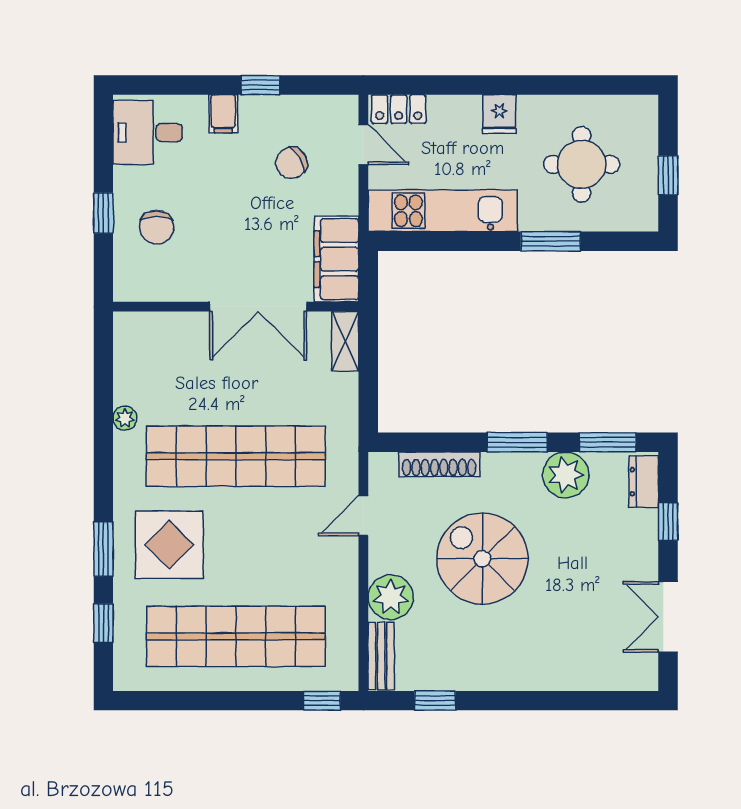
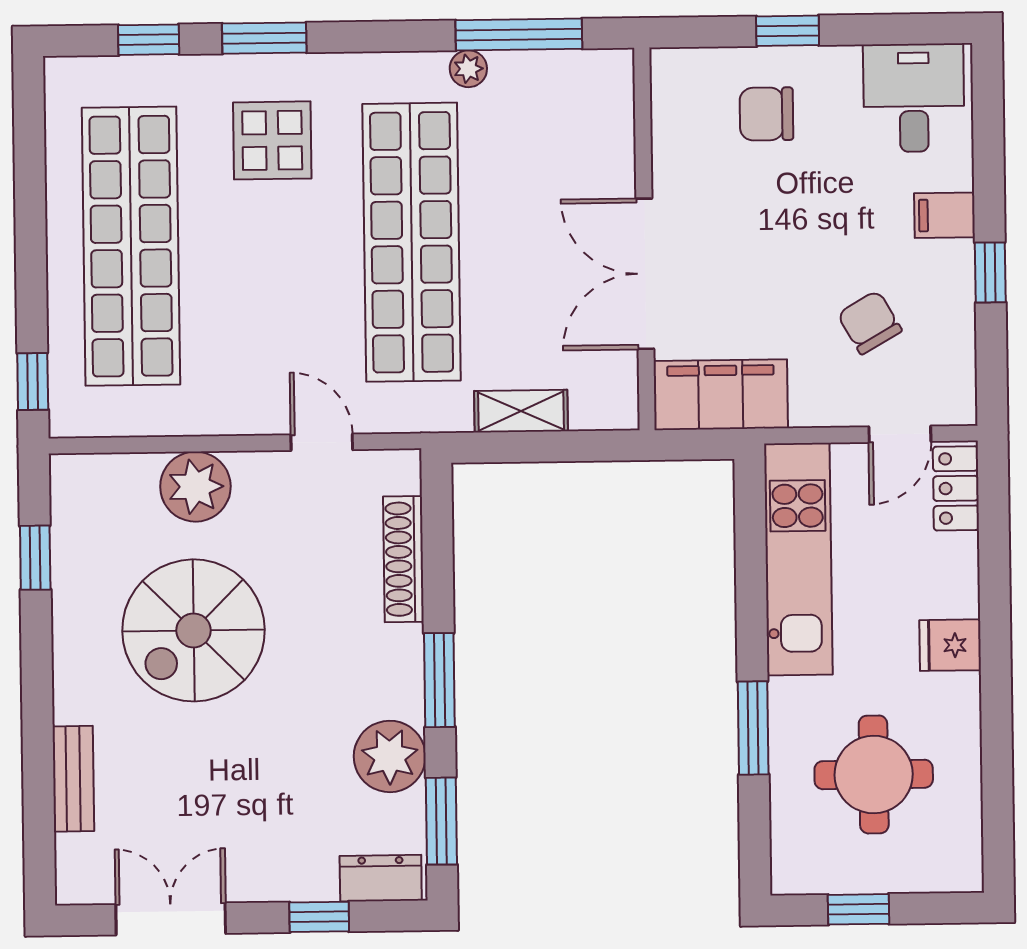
shelving: (345, 341) -> (521, 411), moved
window: (103, 385) -> (519, 35), added
display table: (169, 545) -> (272, 140), width x0.73, depth x0.73
spiral stairs: (482, 559) -> (194, 630), moved, turned 180
bench: (381, 656) -> (73, 779), moved, turned 90

